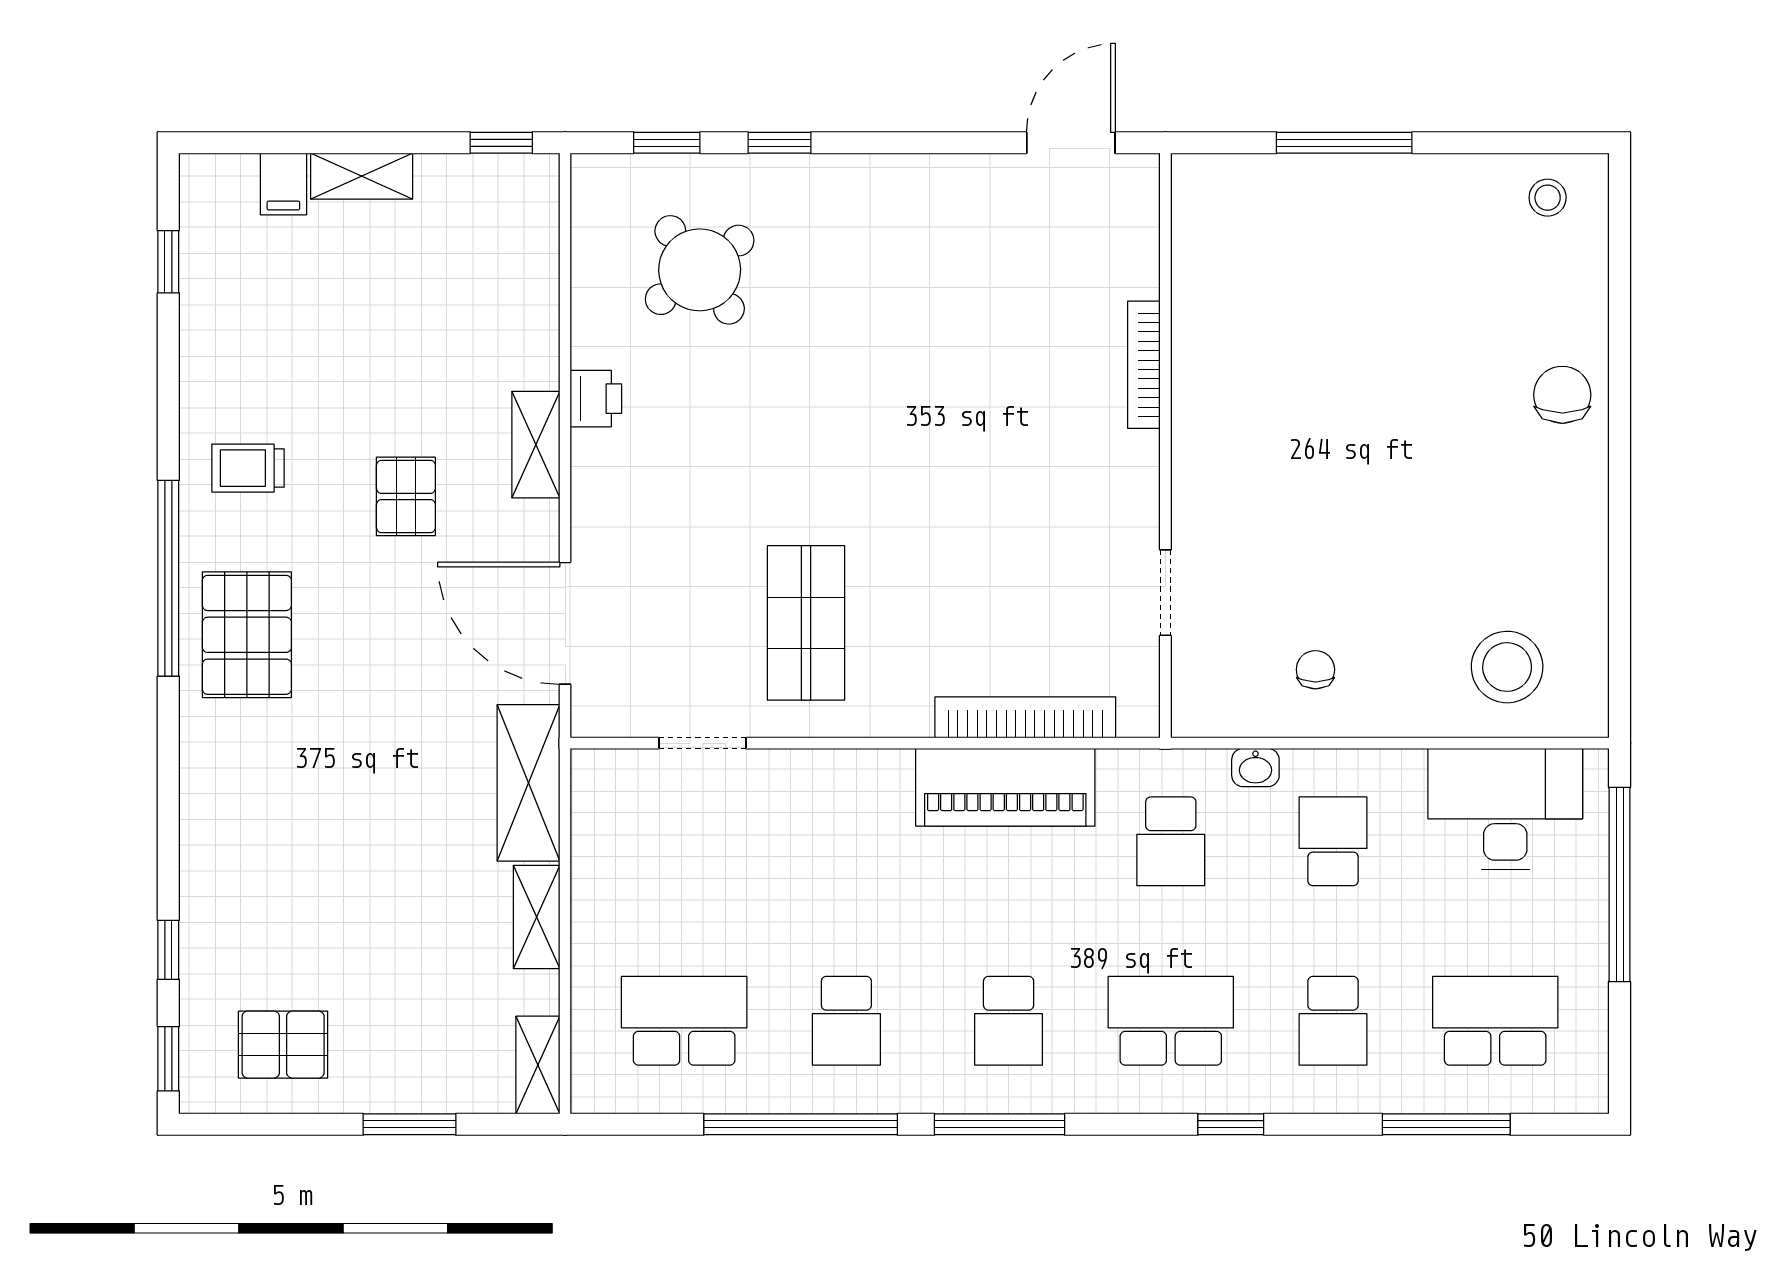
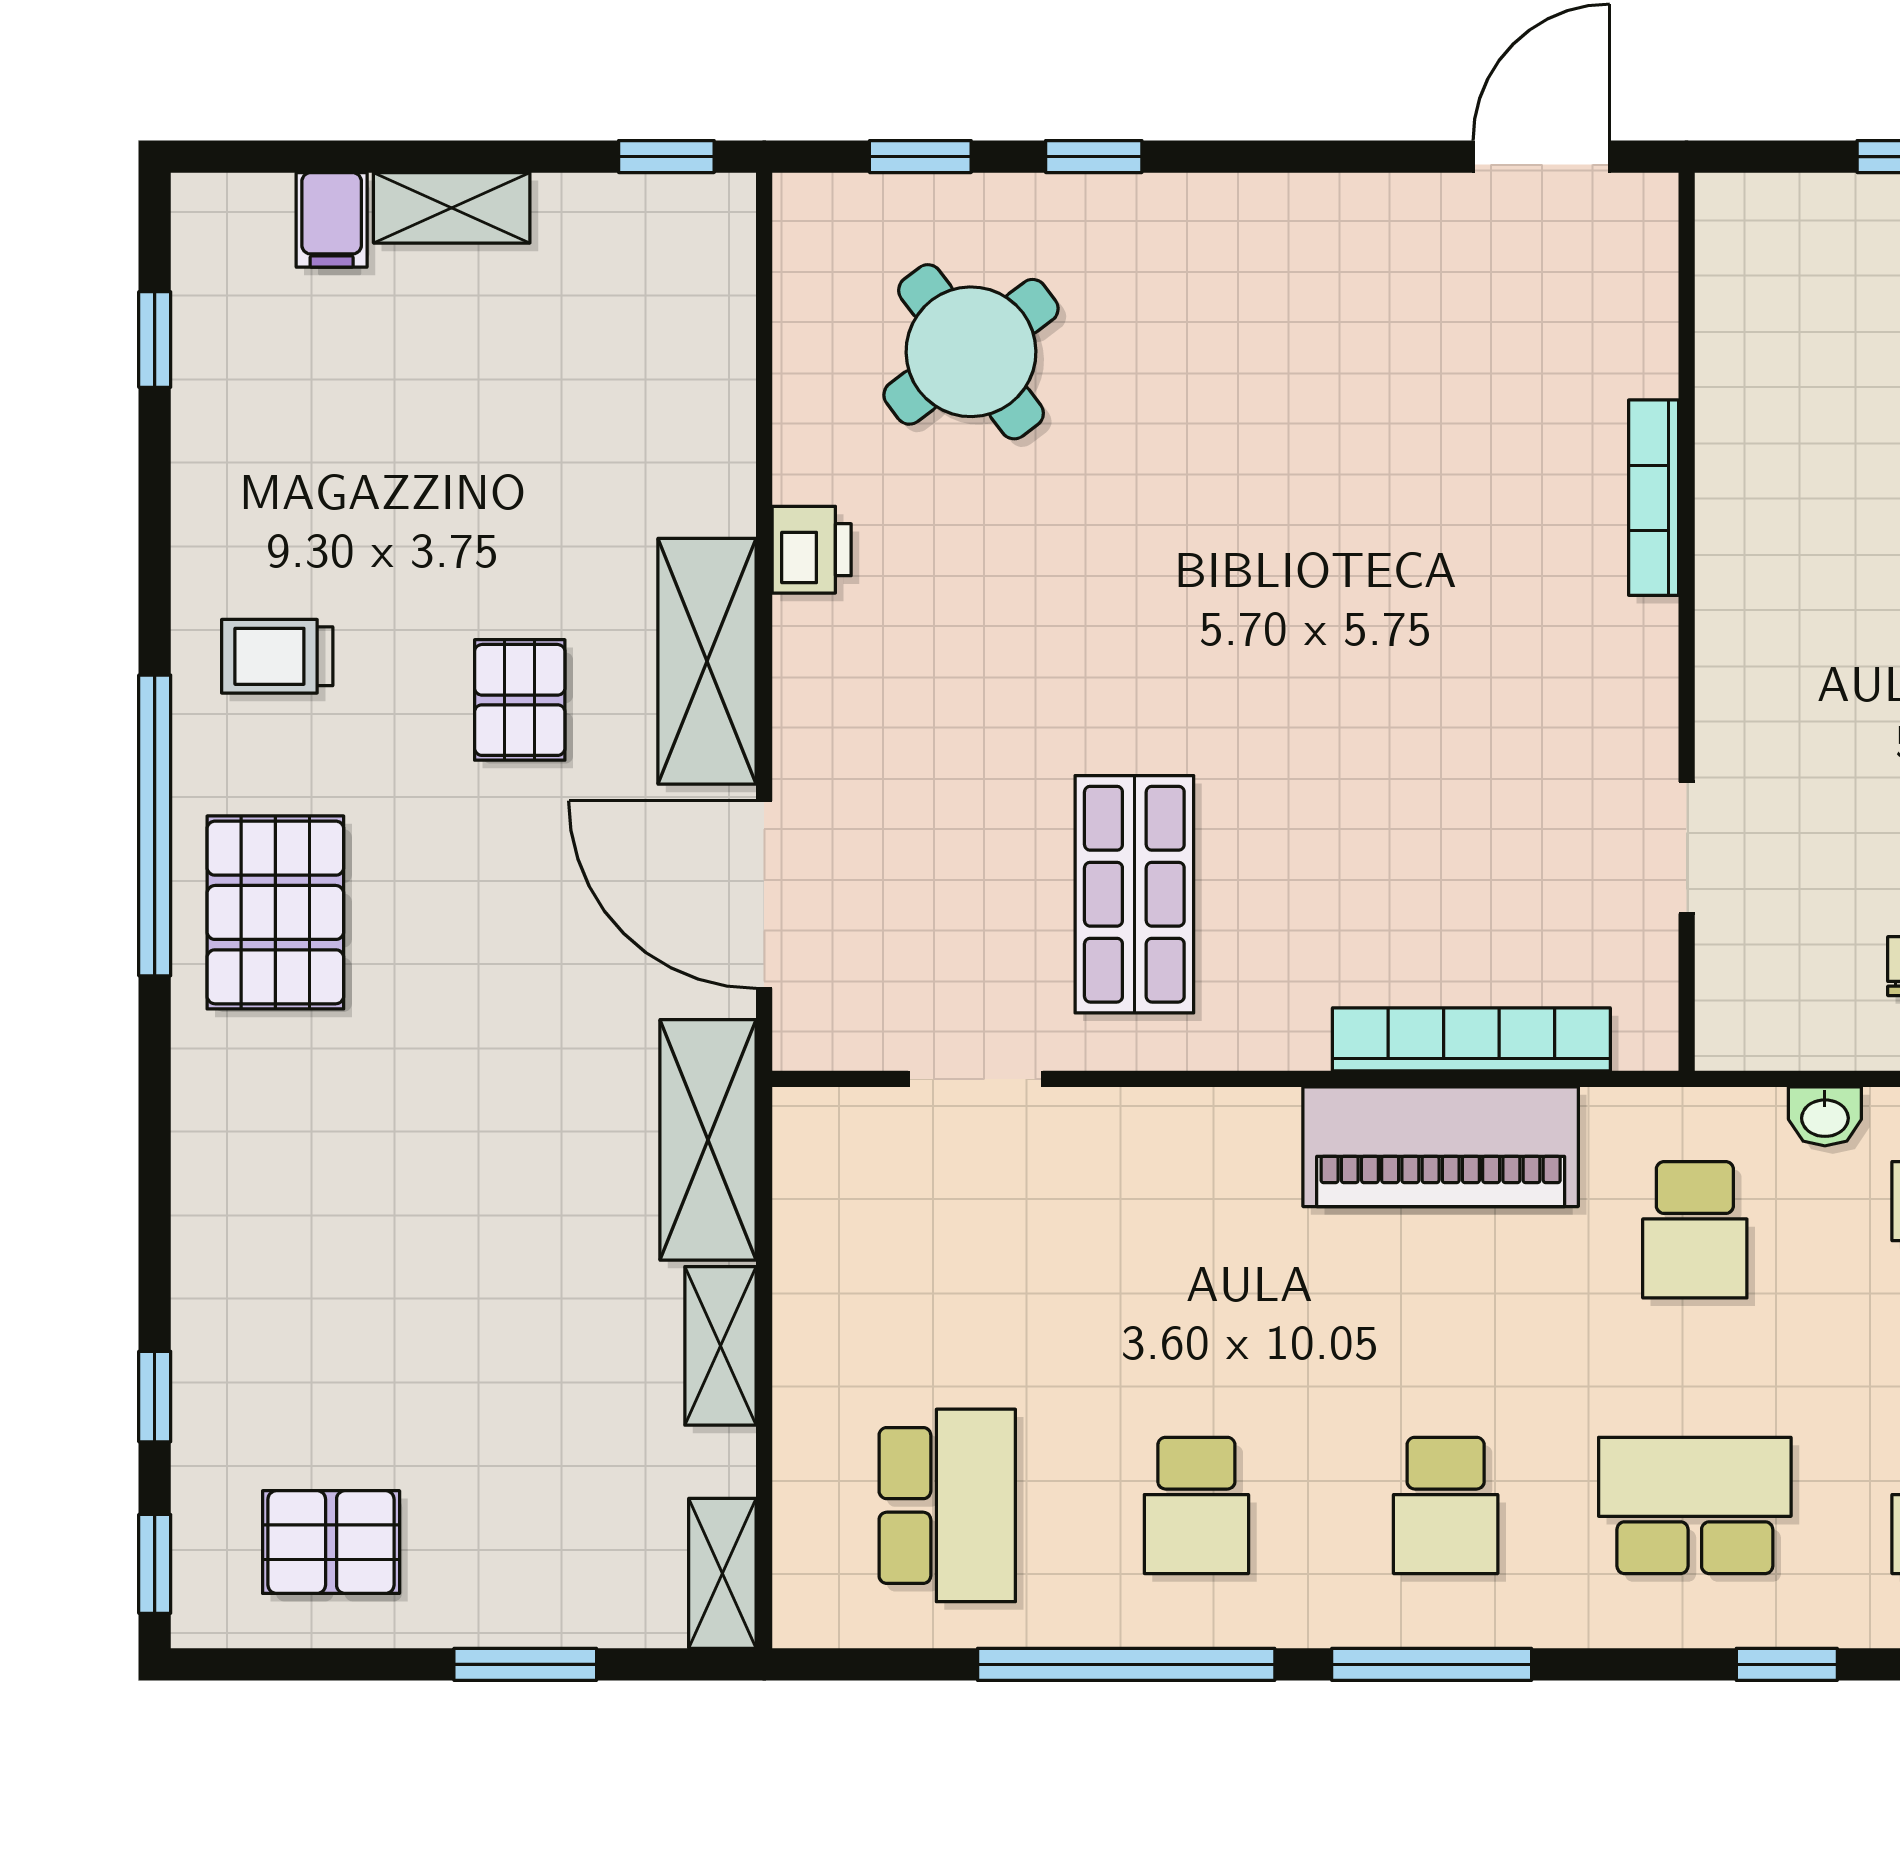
shelving: (536, 445) -> (707, 661), width x1.50, depth x1.33
school desk: (684, 1021) -> (947, 1505), turned 90

